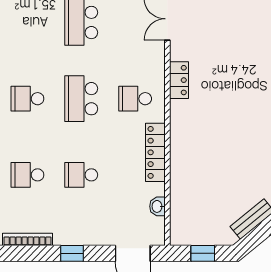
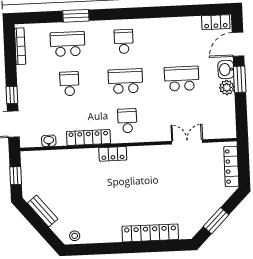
locker: (179, 80) -> (113, 154), moved
school desk: (27, 175) -> (68, 44), width x1.85
window: (72, 253) -> (12, 95), moved

